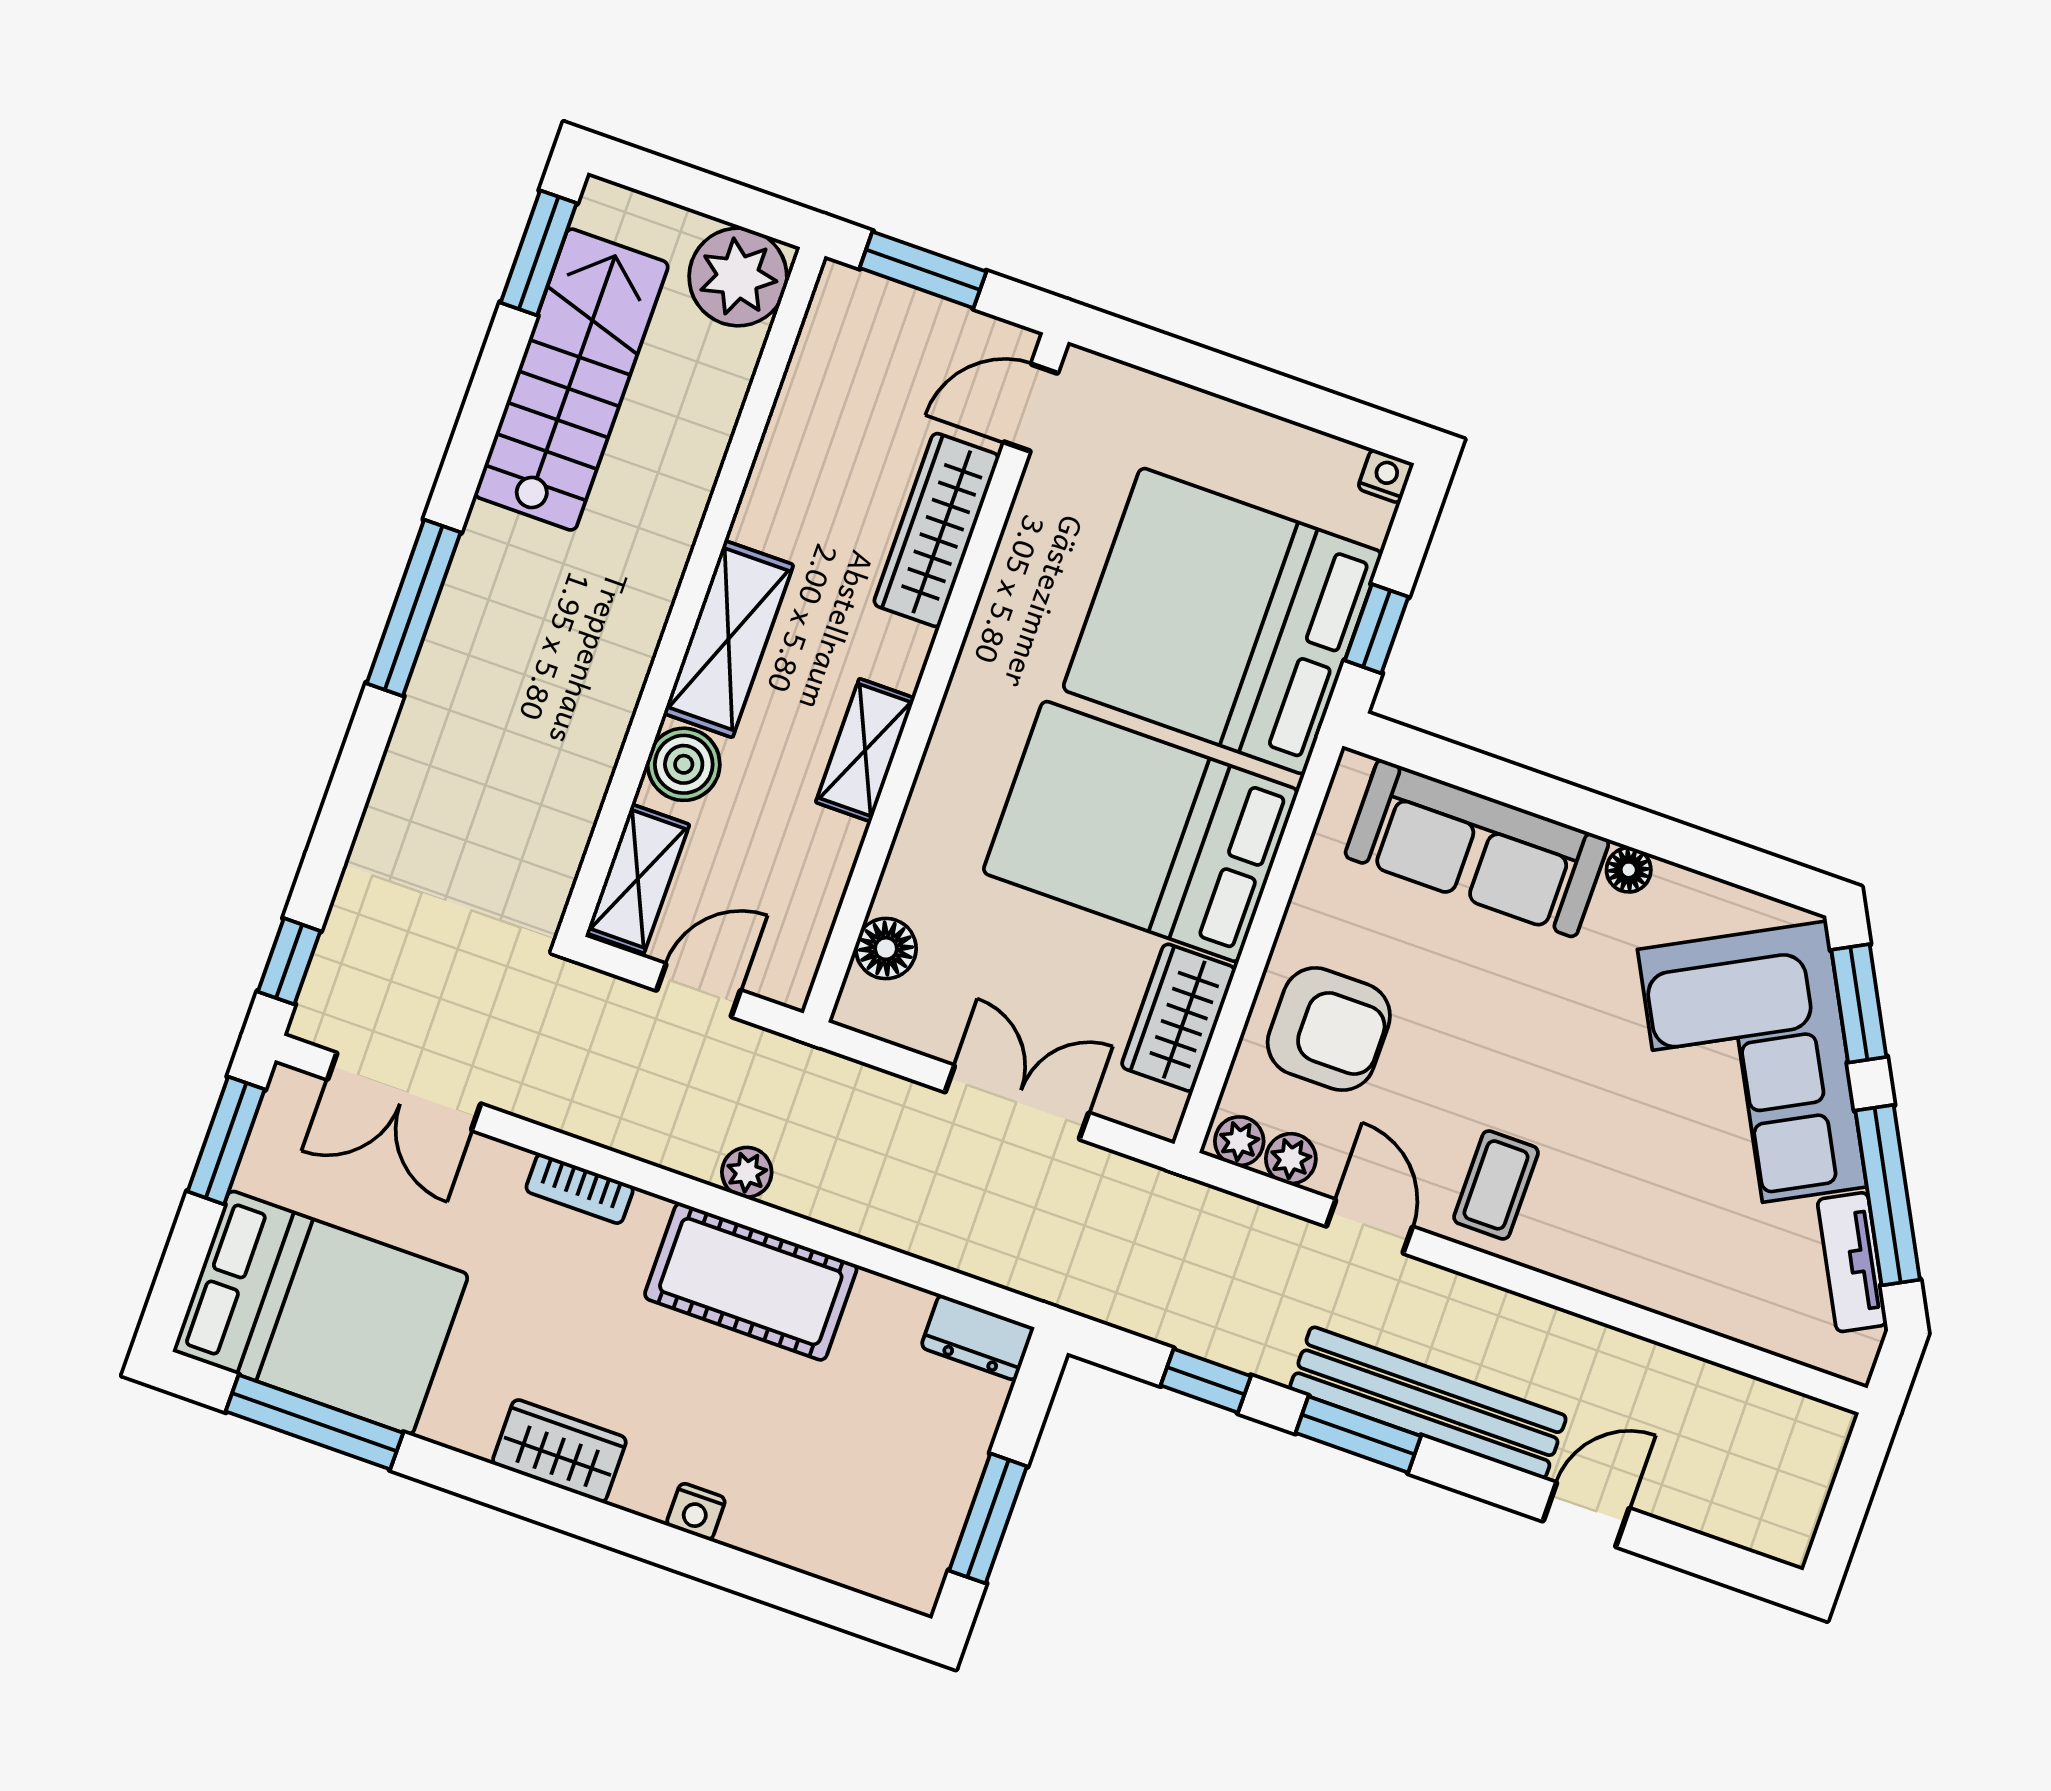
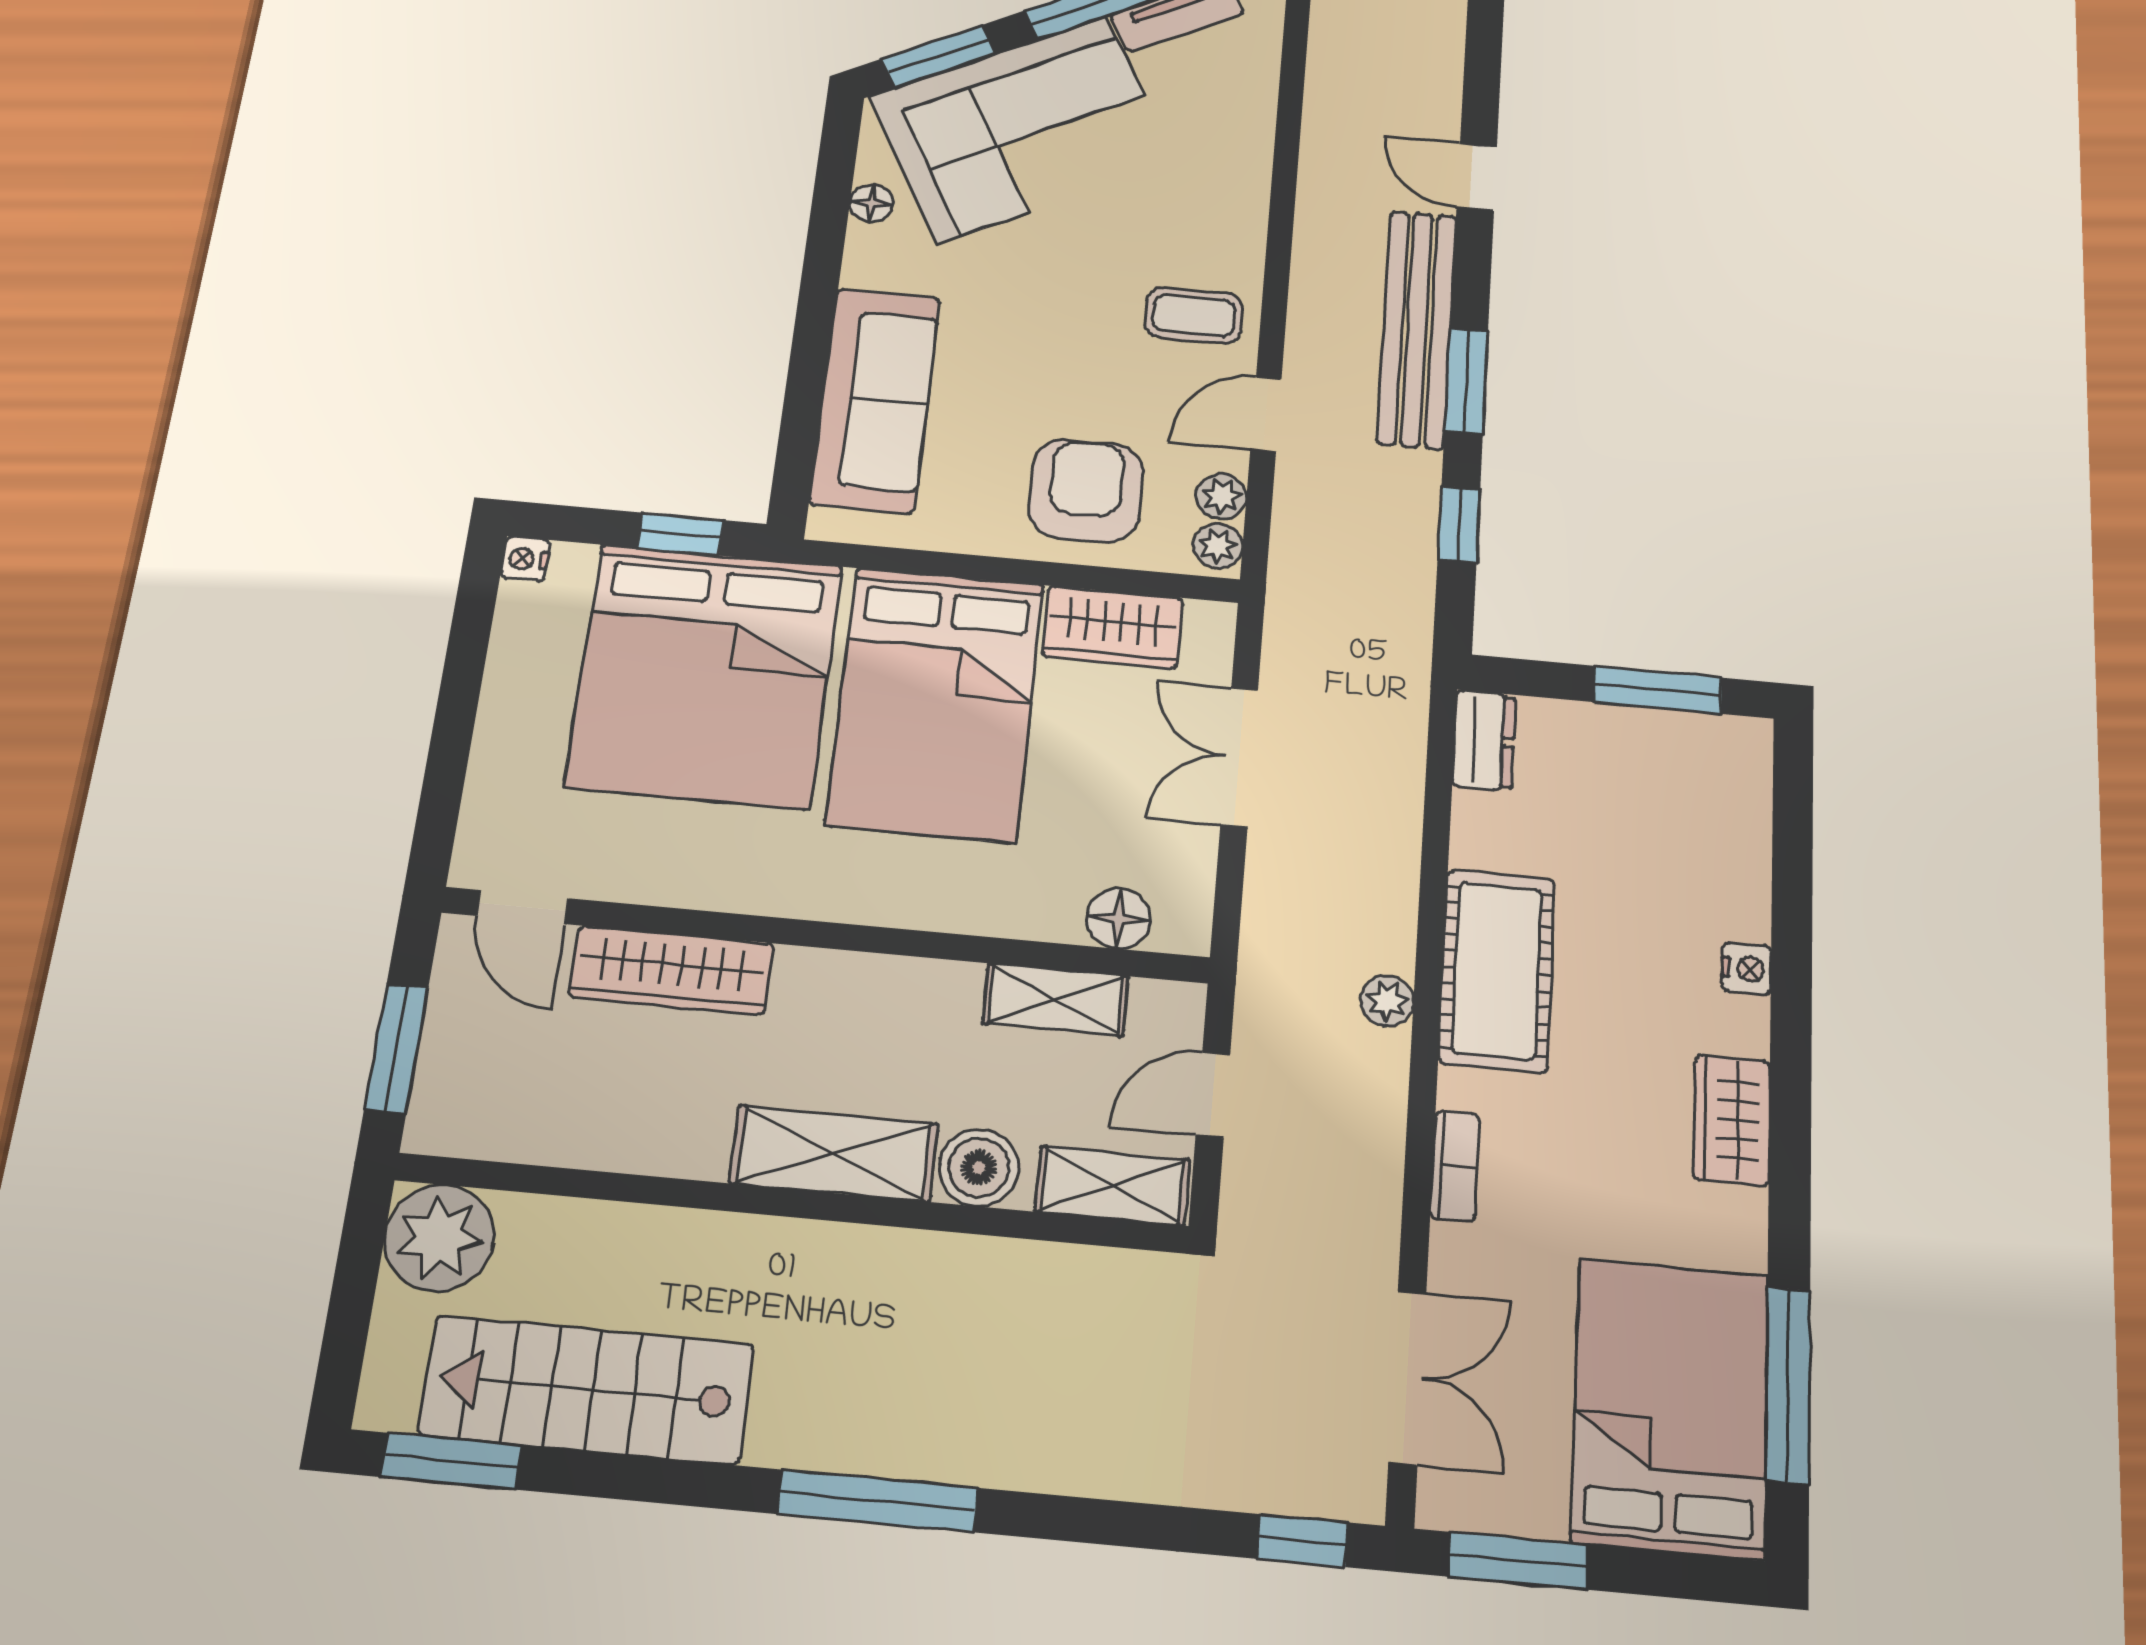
shelving: (865, 750) -> (1055, 1000), moved
floor lamp: (1629, 870) -> (871, 203), moved
door: (699, 990) -> (1213, 1095), hinge flipped

